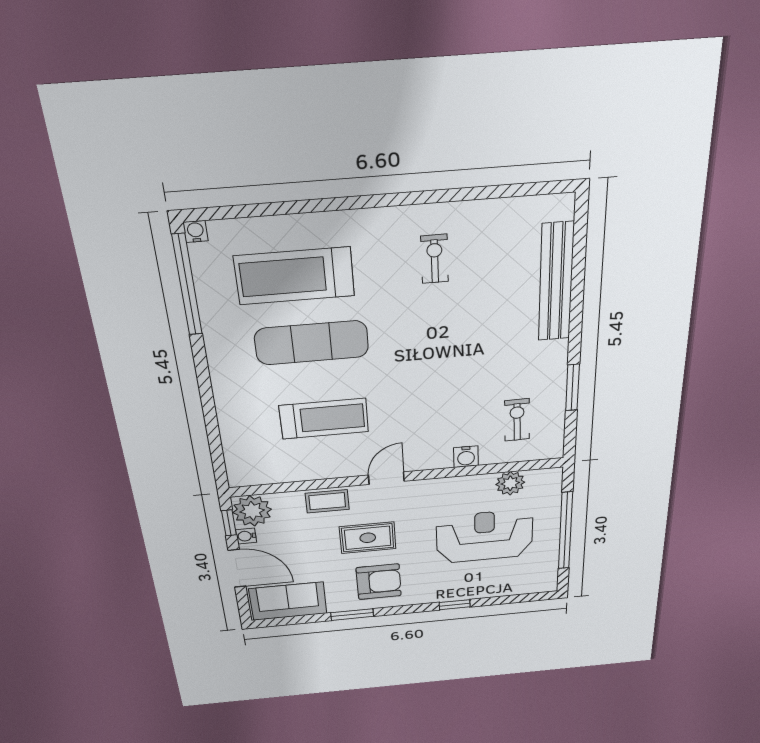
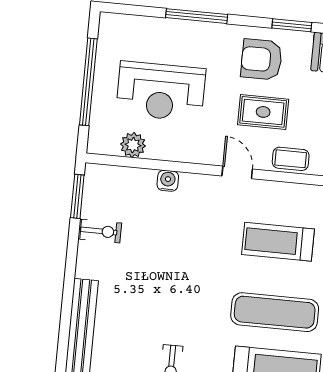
window: (572, 388) -> (77, 196), moved
exercise bike: (517, 420) -> (101, 231), moved, turned -89
door: (386, 478) -> (237, 172), swing flipped
window: (455, 605) -> (197, 16), width x2.17

